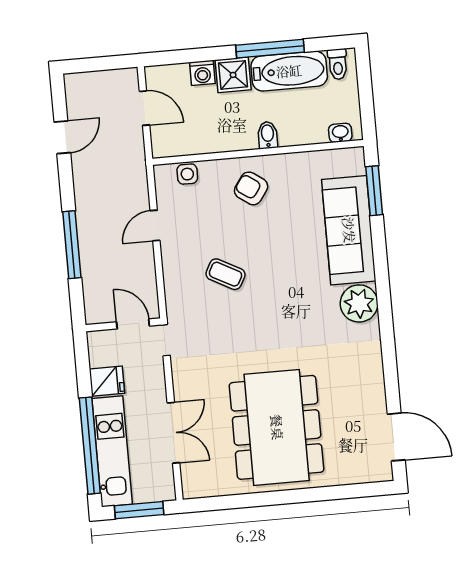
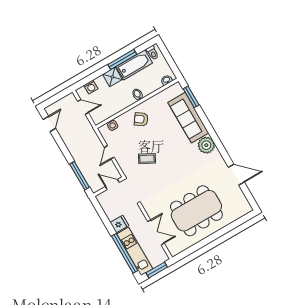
washing machine: (202, 73) -> (91, 87), moved
door: (62, 137) -> (49, 124), moved
door: (133, 324) -> (112, 184), moved
wall: (123, 325) -> (108, 187), moved
dining table: (277, 427) -> (196, 211), turned 90
door: (396, 437) -> (236, 175), moved

